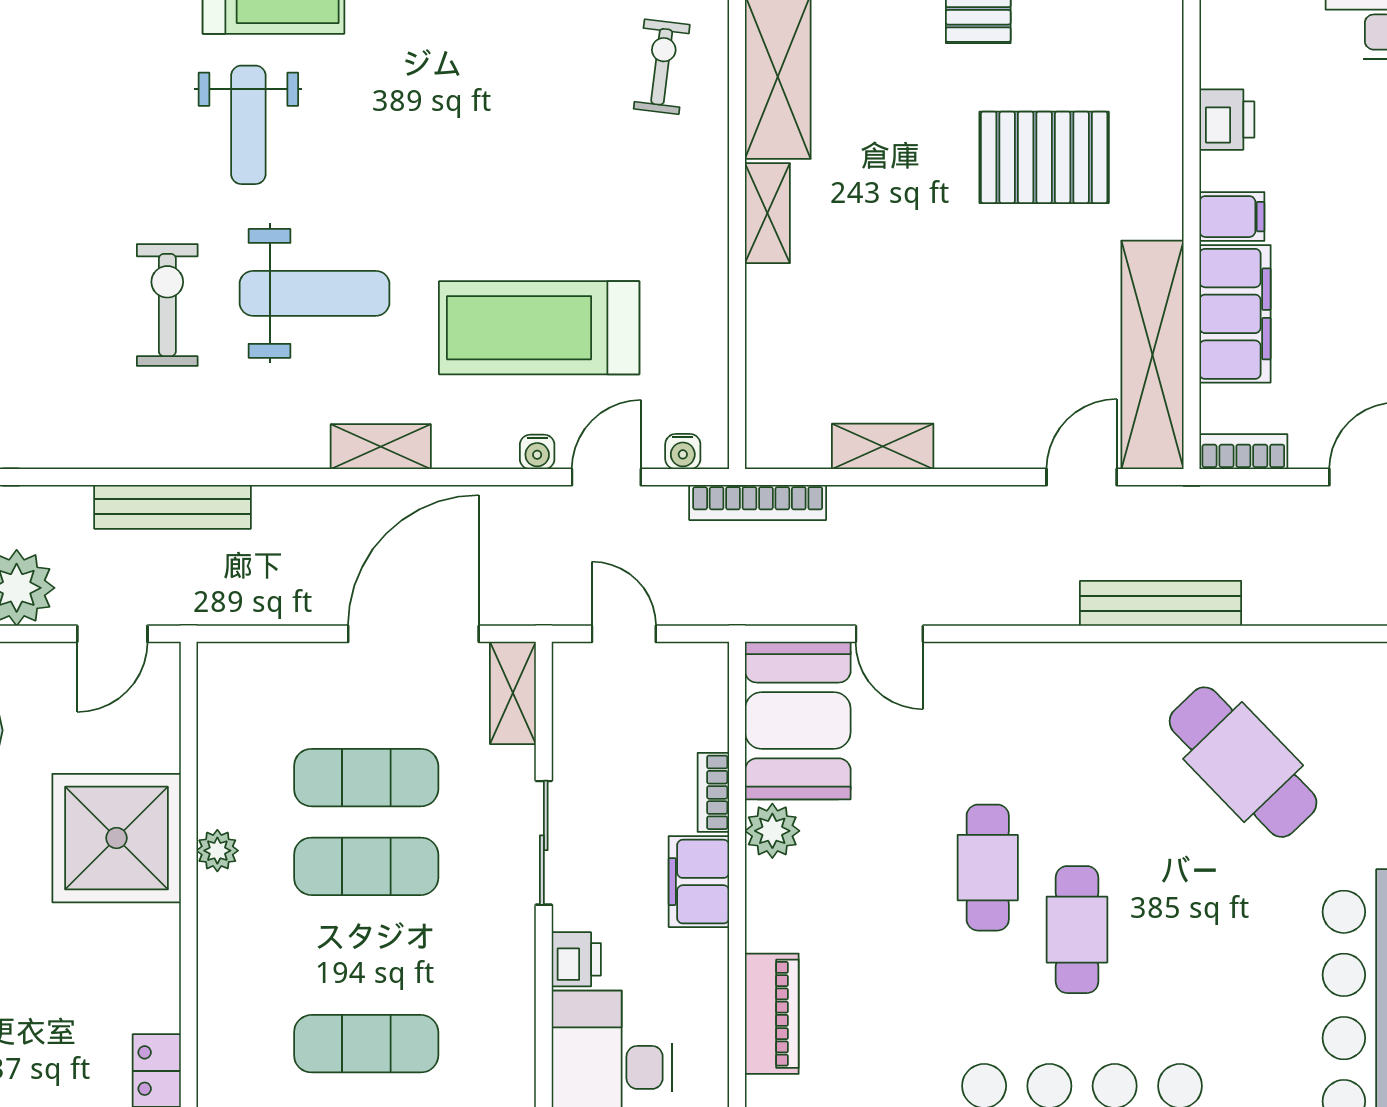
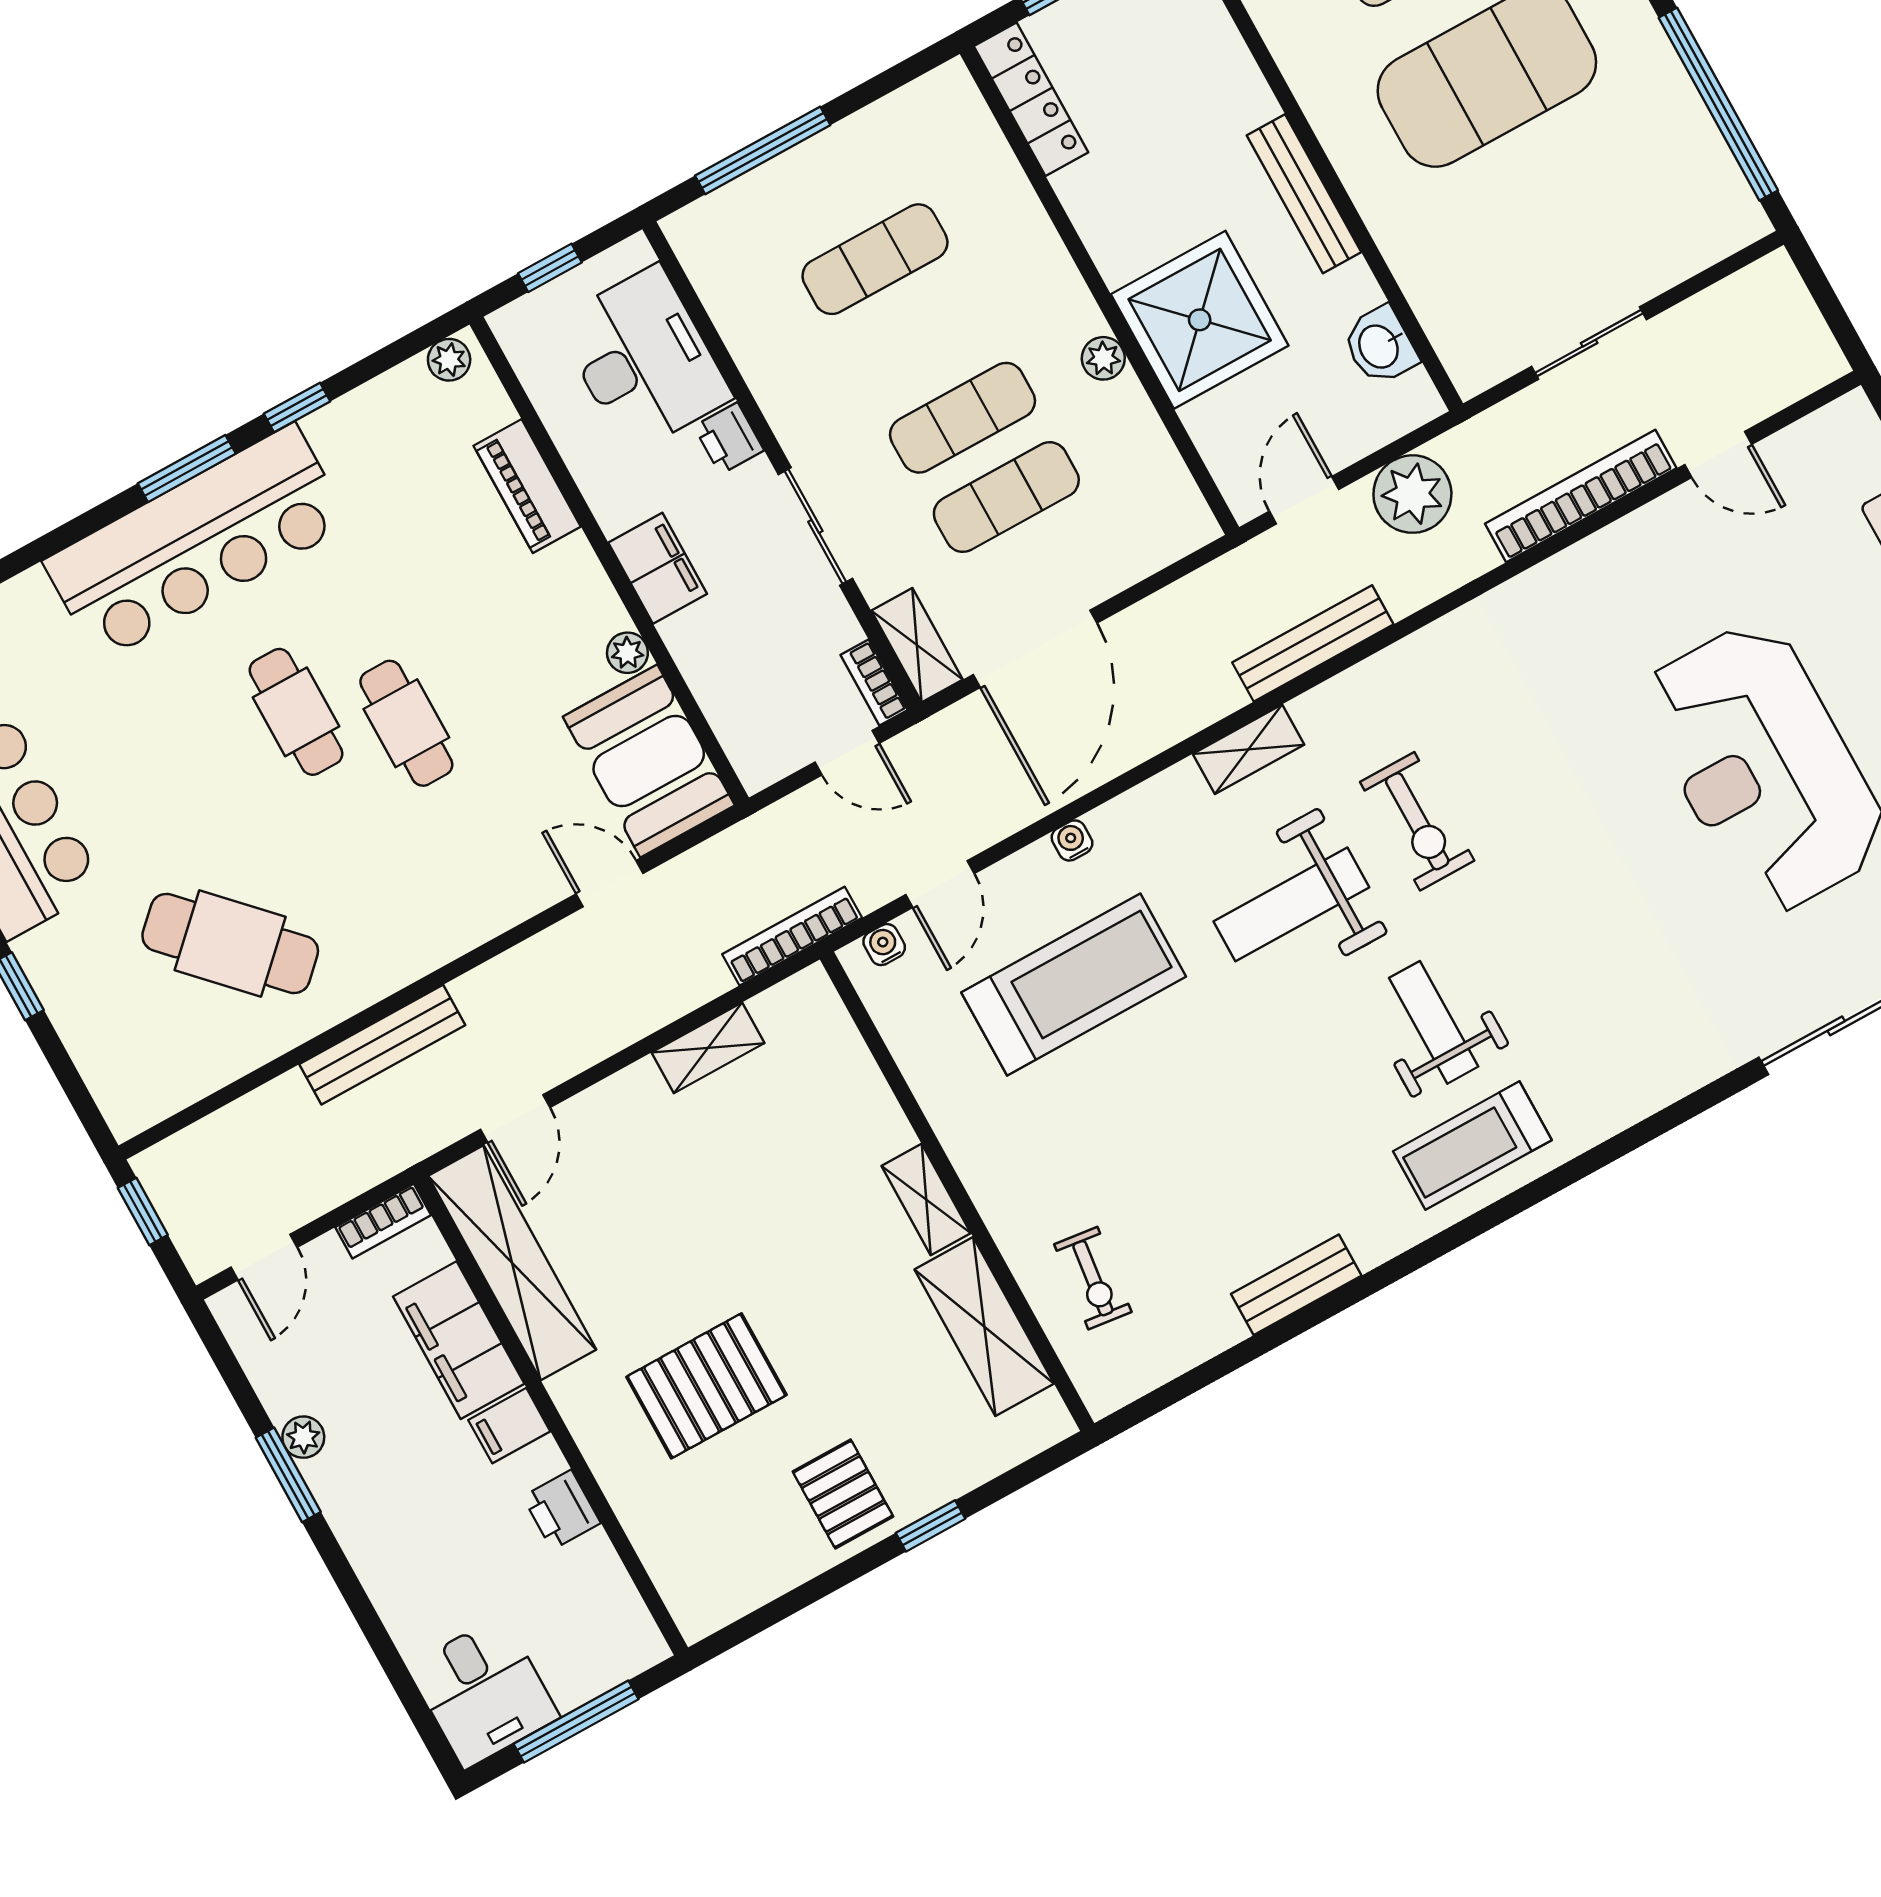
shelving: (381, 447) -> (1248, 749), moved
water cooler: (537, 452) -> (1072, 840), moved
bookcase: (713, 792) -> (874, 683), moved, turned 180
plant: (772, 831) -> (627, 653), width x0.73, depth x0.73

